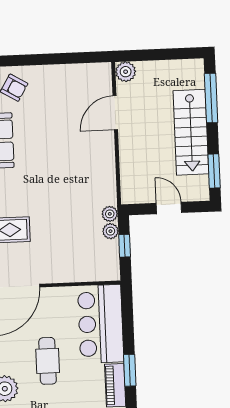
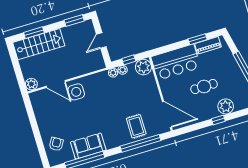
window: (211, 98) -> (34, 33), width x0.69
stairs: (191, 132) -> (39, 44), moved
side table: (93, 144) -> (76, 92), added
plant: (106, 267) -> (143, 67), added

